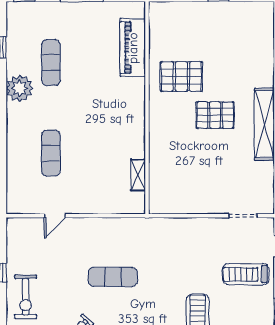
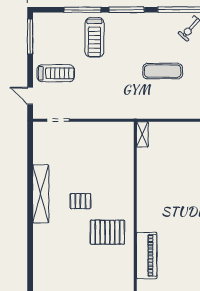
pallet: (215, 115) -> (80, 201), width x0.67, depth x0.71
shelving: (138, 175) -> (142, 134), moved

